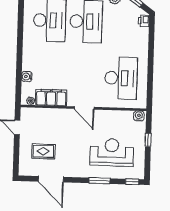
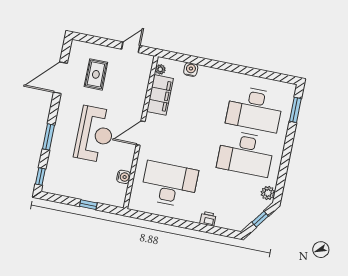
printer: (144, 21) -> (208, 219), moved
desk: (121, 78) -> (169, 184), turned 180
water cooler: (139, 116) -> (124, 177), moved
reception desk: (112, 152) -> (95, 134), moved

